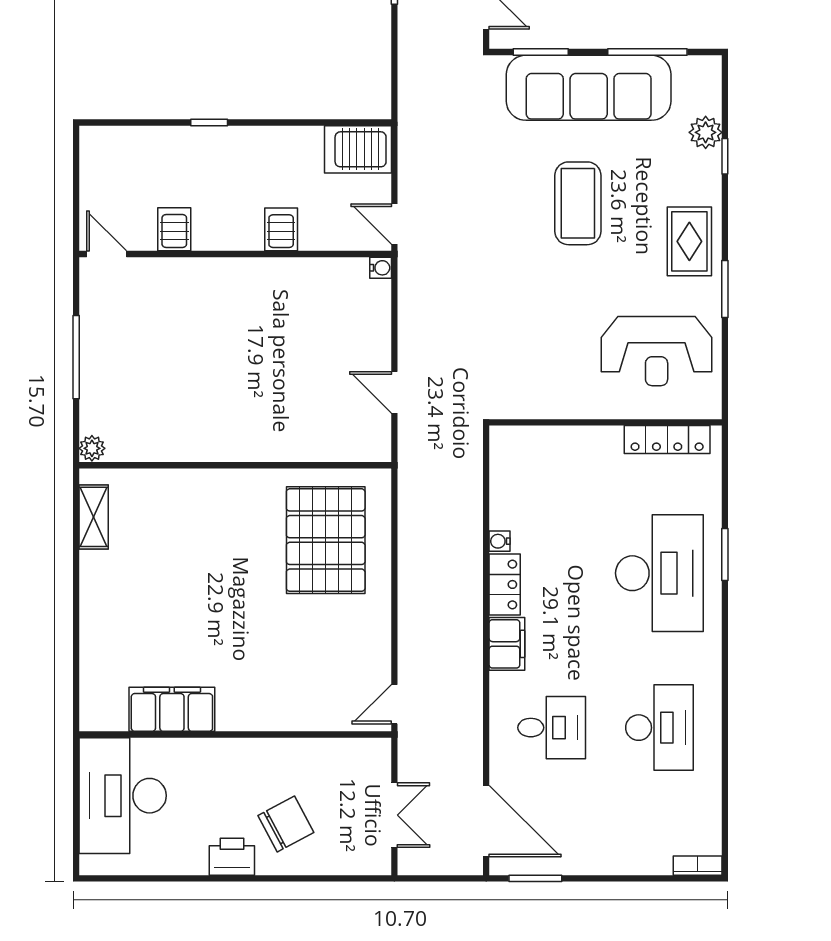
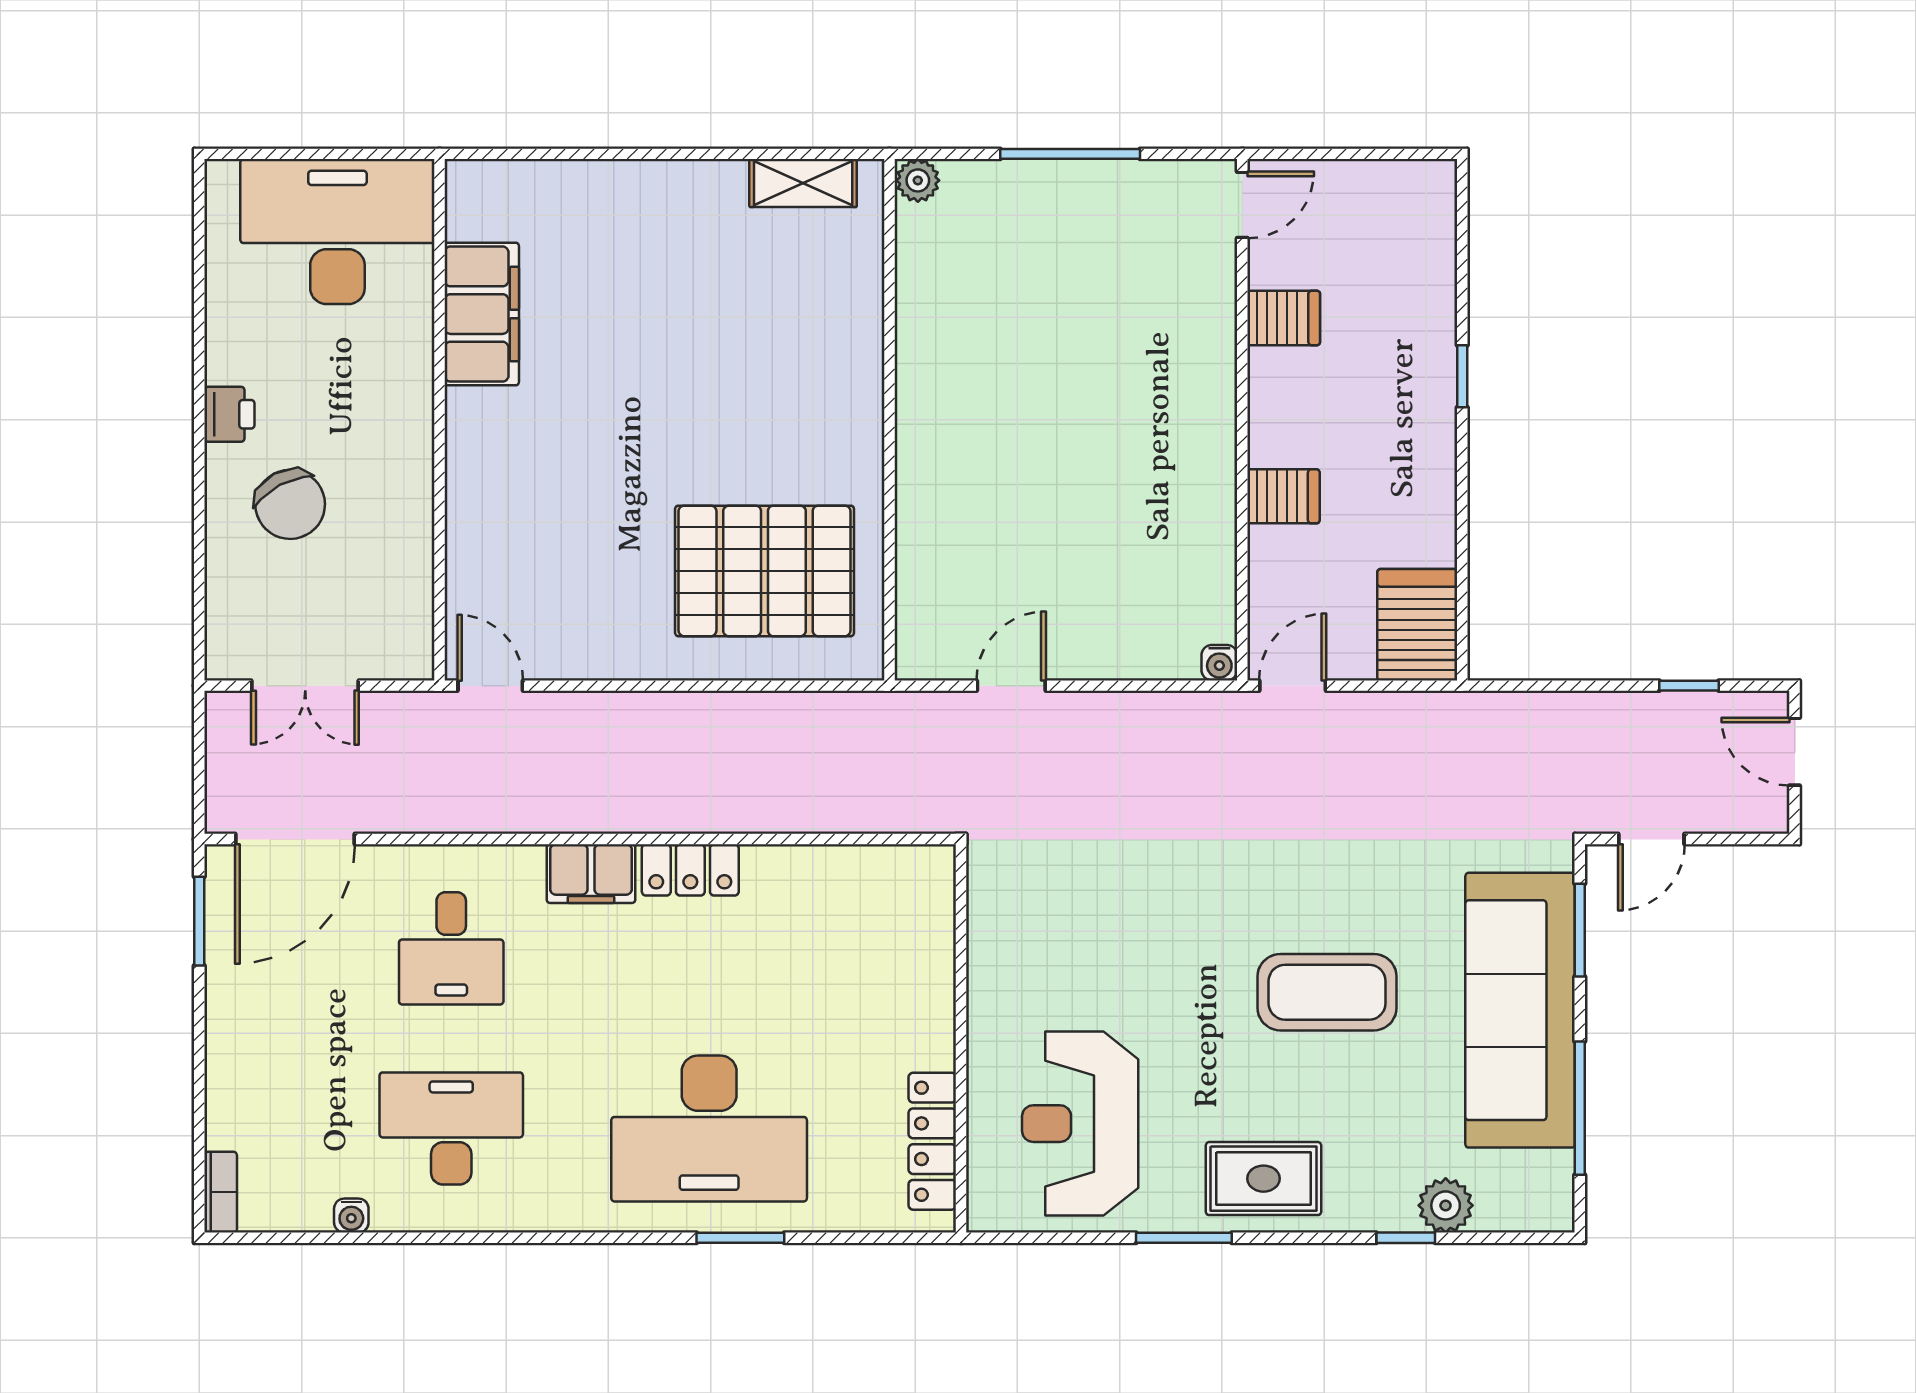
water cooler: (500, 541) -> (351, 1216), moved, turned 180
desk: (659, 728) -> (451, 1129), turned 180
printer: (232, 857) -> (229, 414), width x0.73, depth x0.81

